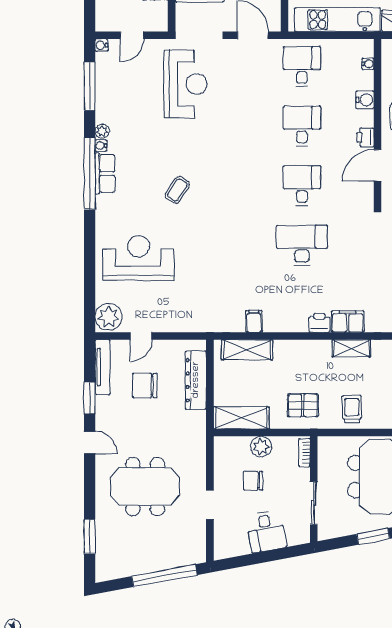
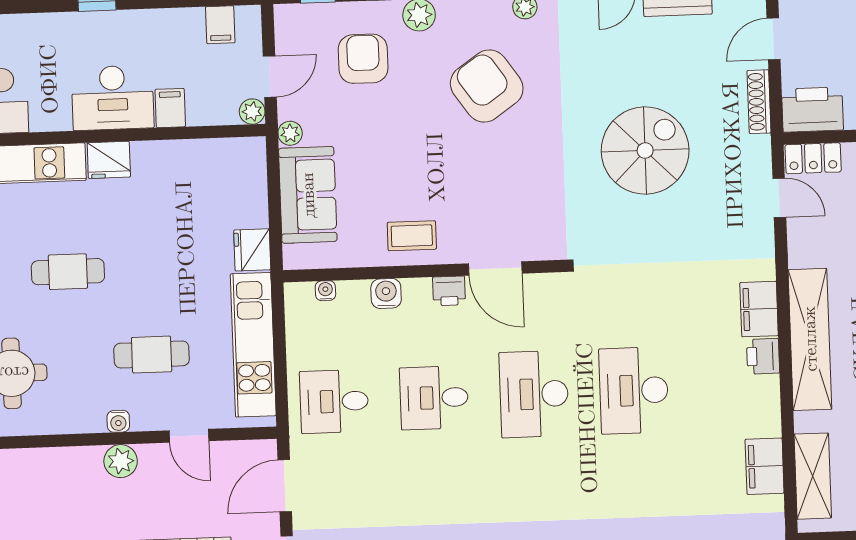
desk: (302, 186) -> (534, 394), width x1.37
filing cabinet: (254, 321) -> (765, 466), width x2.00
shelving: (351, 348) -> (810, 339), width x2.20, depth x1.33

